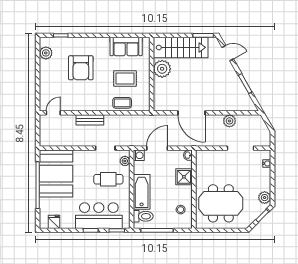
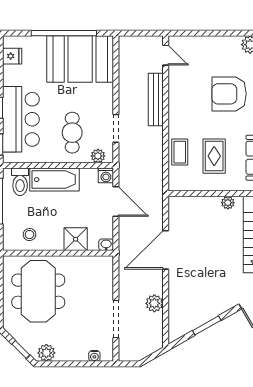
plant: (162, 69) -> (228, 203), width x0.53, depth x0.53
bench: (90, 120) -> (156, 100), width x1.36

